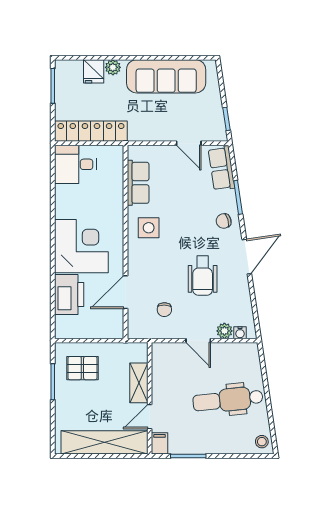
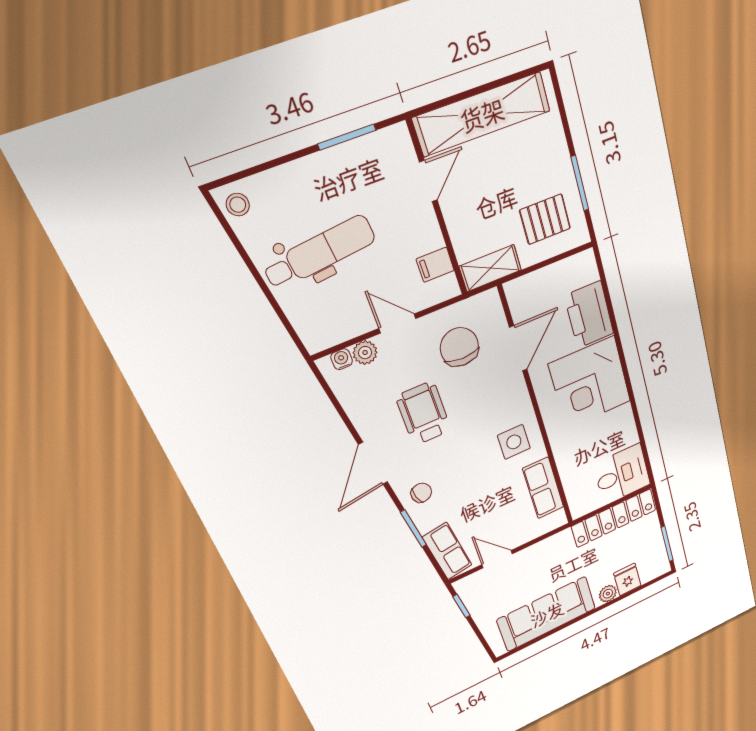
chair: (164, 310) -> (459, 347), width x1.87, depth x1.87
shelving: (139, 383) -> (490, 268), moved, turned 90
filing cabinet: (160, 443) -> (435, 265), moved, turned 90

